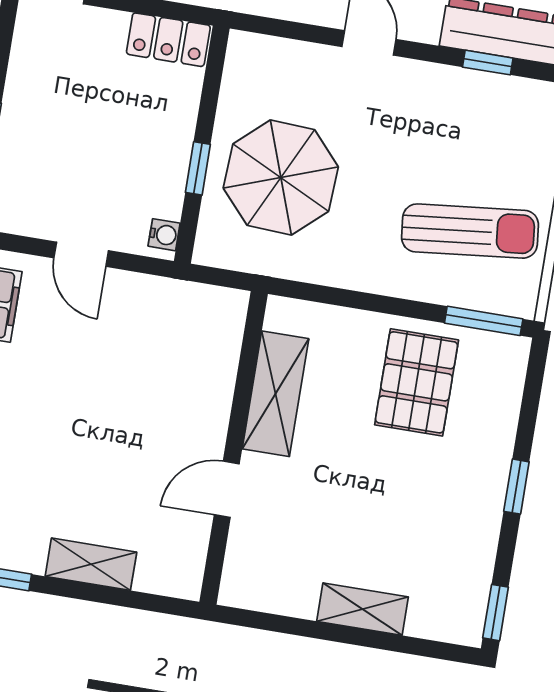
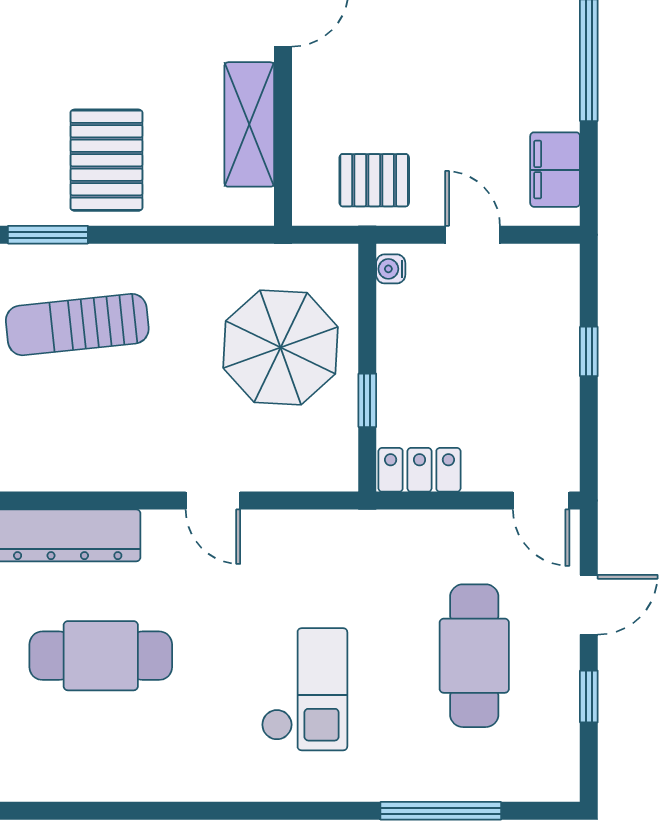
window: (488, 63) -> (88, 501), removed
window: (198, 168) -> (367, 400), moved
pallet: (166, 321) -> (374, 180), added

